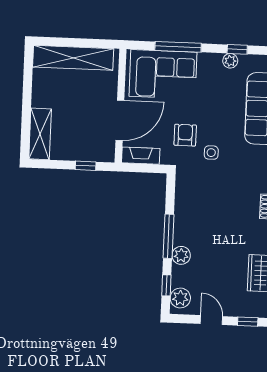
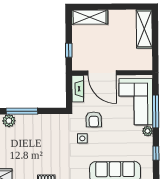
shelving: (73, 58) -> (144, 29), width x0.68
plant: (230, 61) -> (148, 131), moved
armchair: (185, 135) -> (94, 119), turned 90

